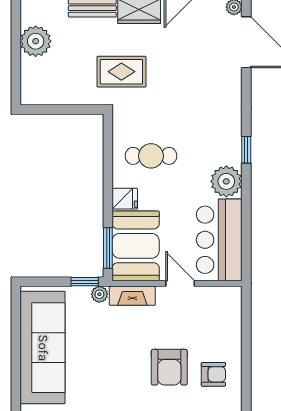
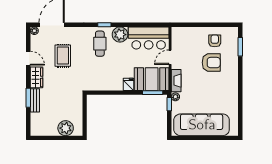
plant: (36, 41) -> (66, 128), moved
rug: (121, 72) -> (63, 56), moved
cafe table: (151, 156) -> (100, 44), moved

